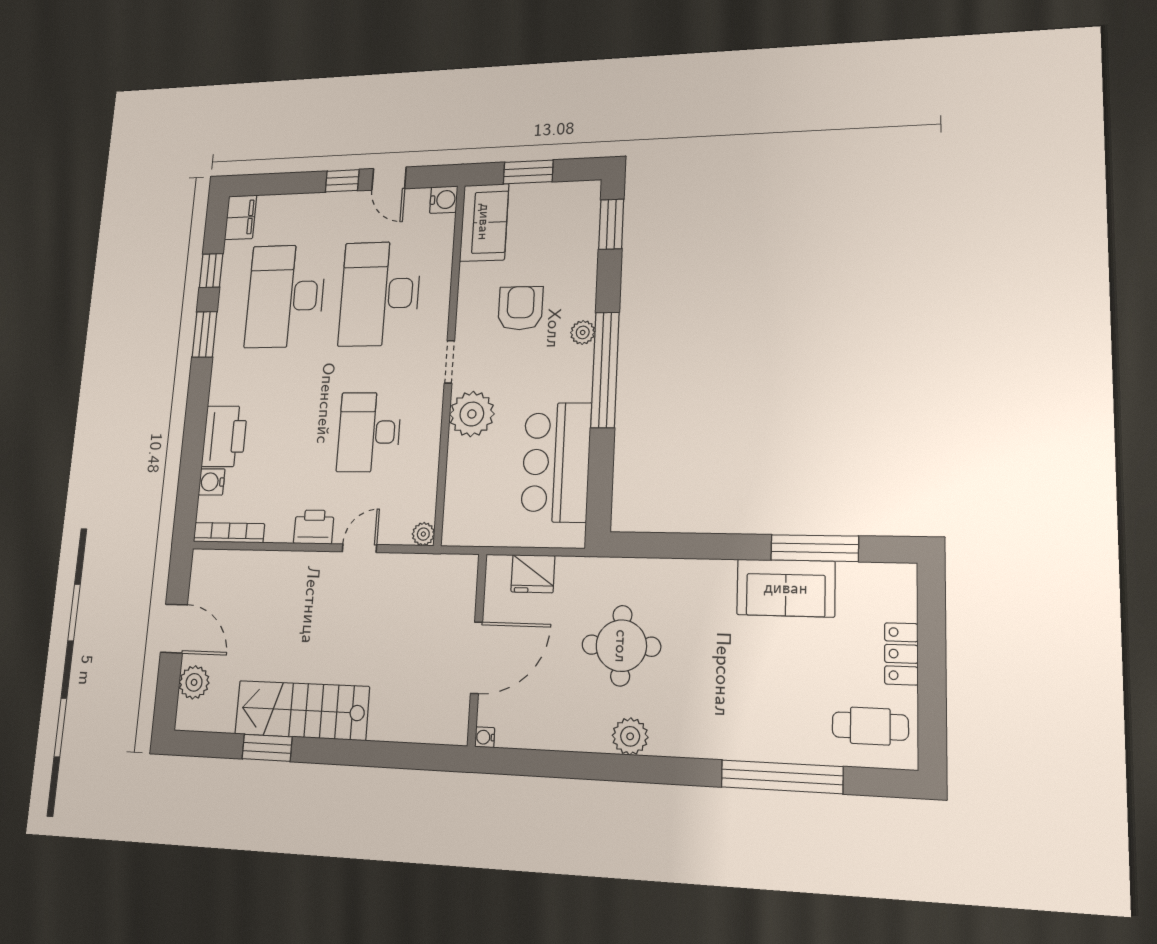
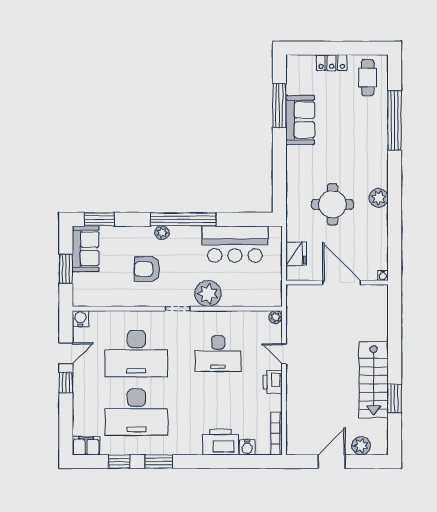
sofa: (484, 222) -> (86, 249), moved, turned 90

